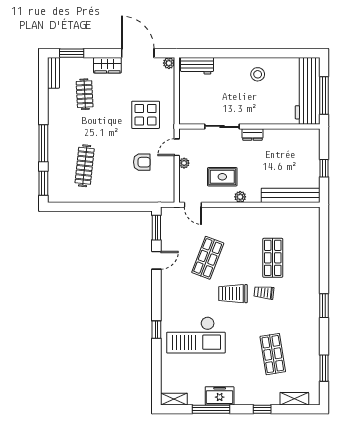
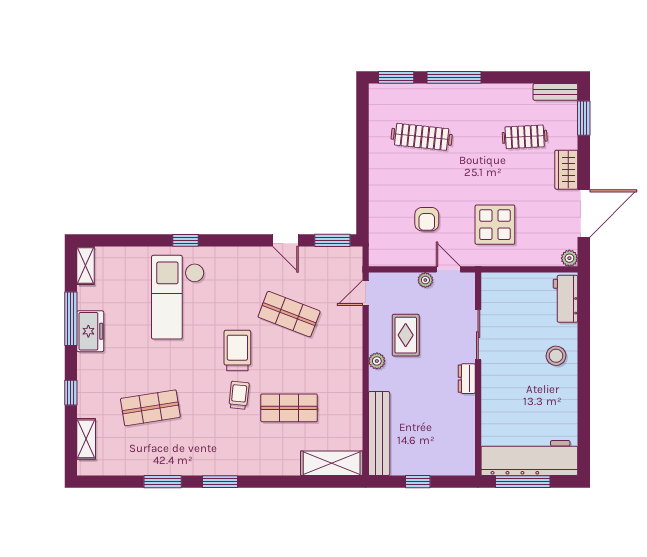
stool: (258, 74) -> (556, 356), moved
shelving: (311, 228) -> (332, 463), added
window: (324, 368) -> (163, 482), moved

